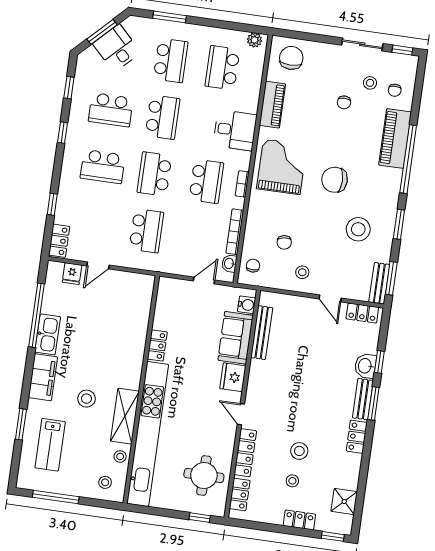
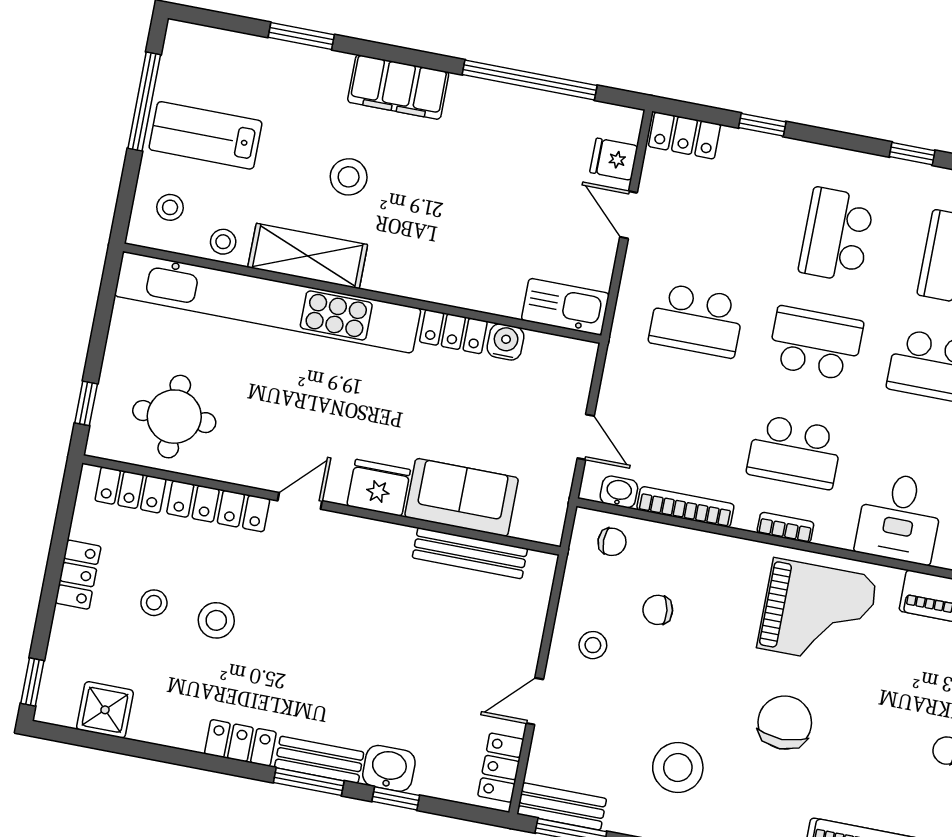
water cooler: (247, 305) -> (506, 342), moved, turned 180
kitchen sink: (48, 334) -> (565, 307), moved, turned 180
lab bench: (50, 445) -> (206, 135), moved
locker: (299, 520) -> (78, 575), moved

